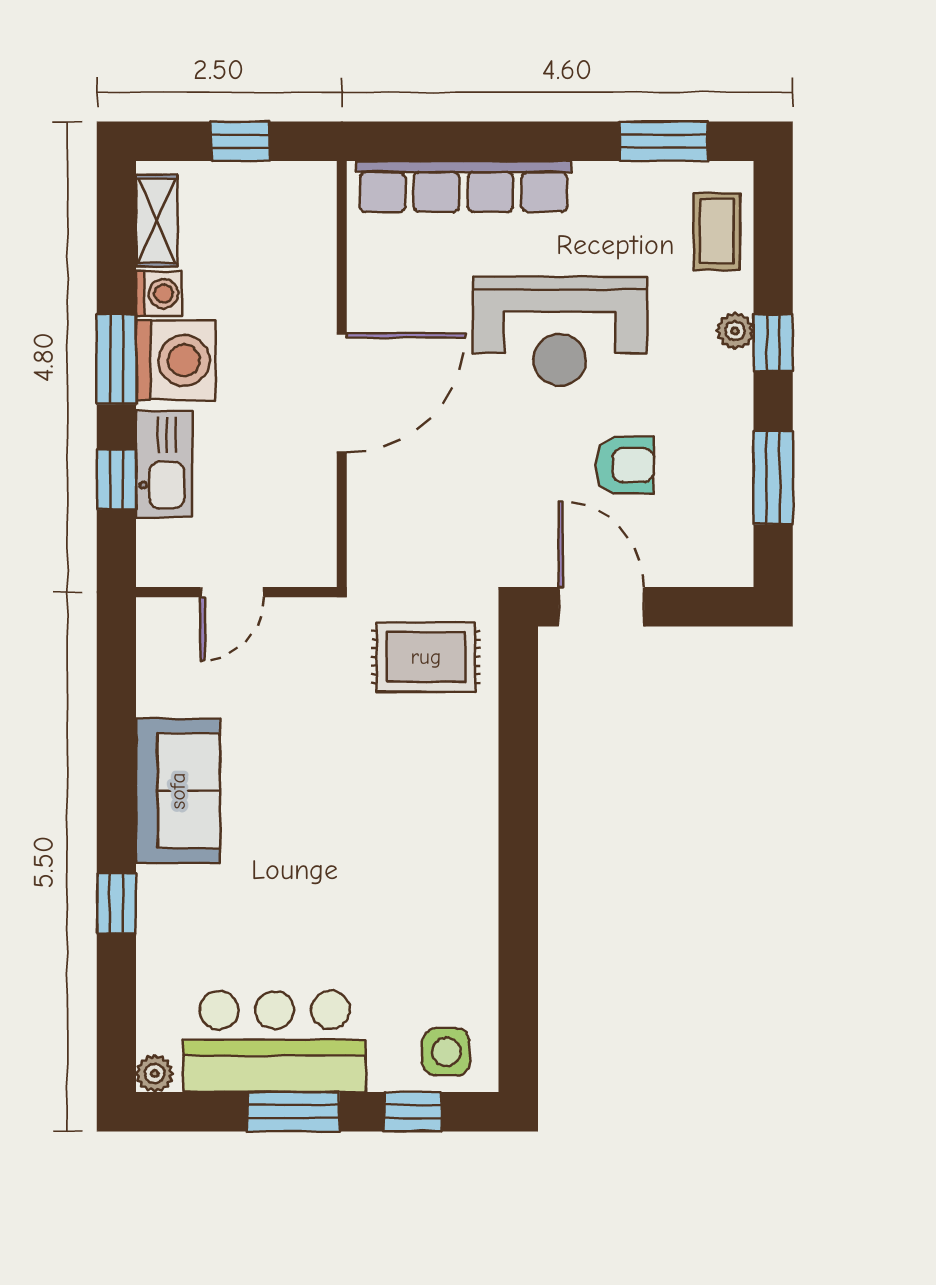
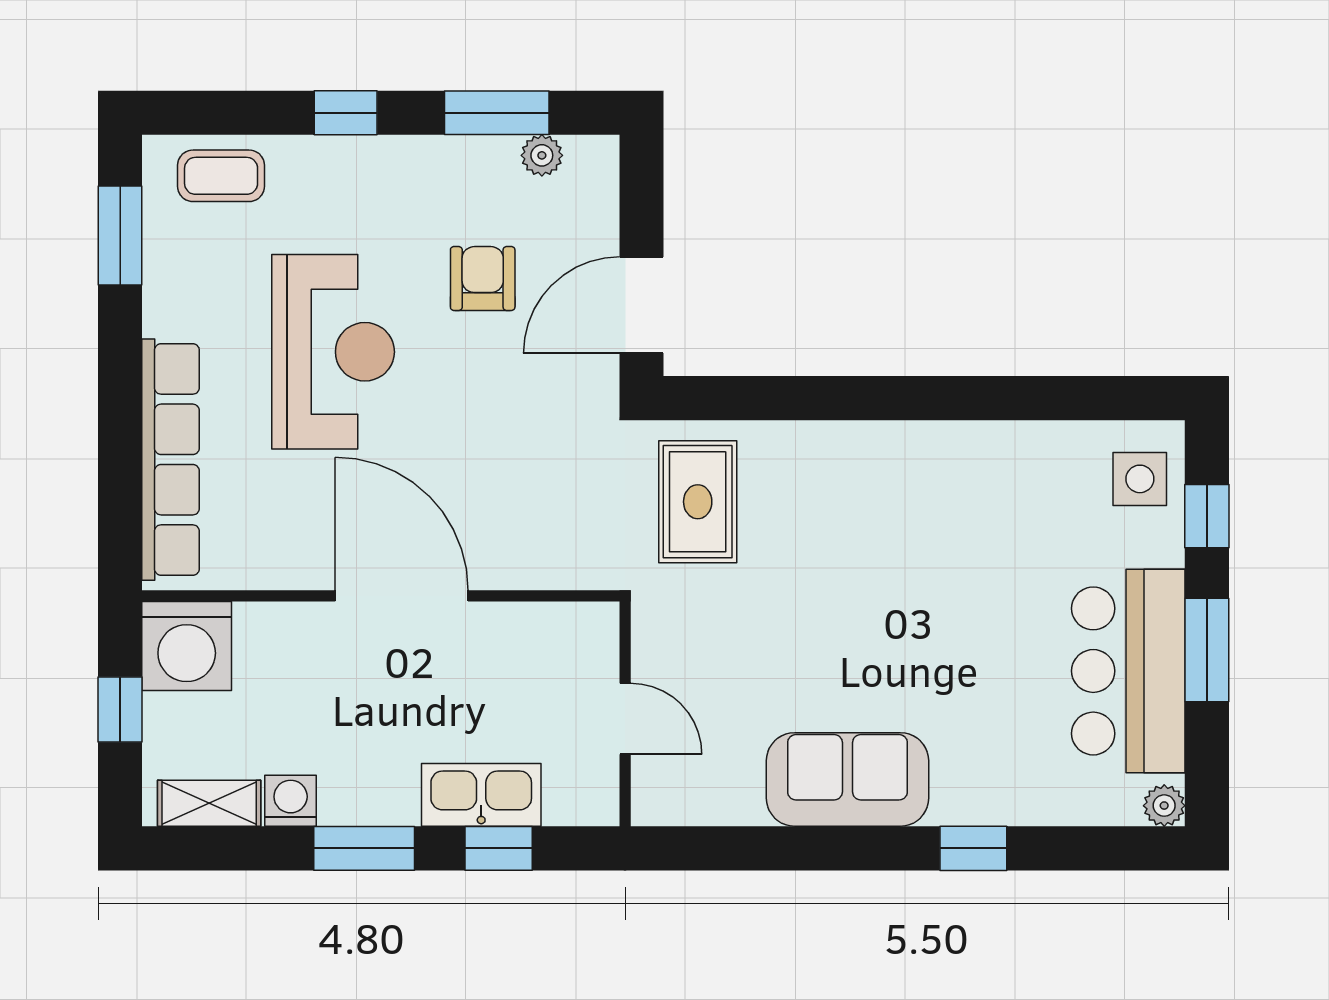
plant: (735, 331) -> (542, 155), moved
washing machine: (176, 360) -> (187, 646), moved, turned 180

